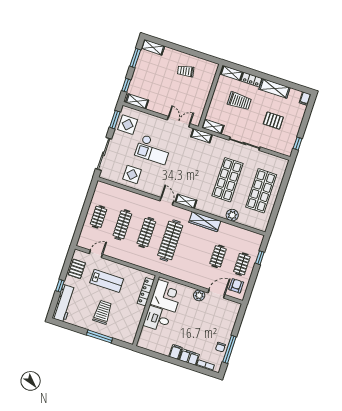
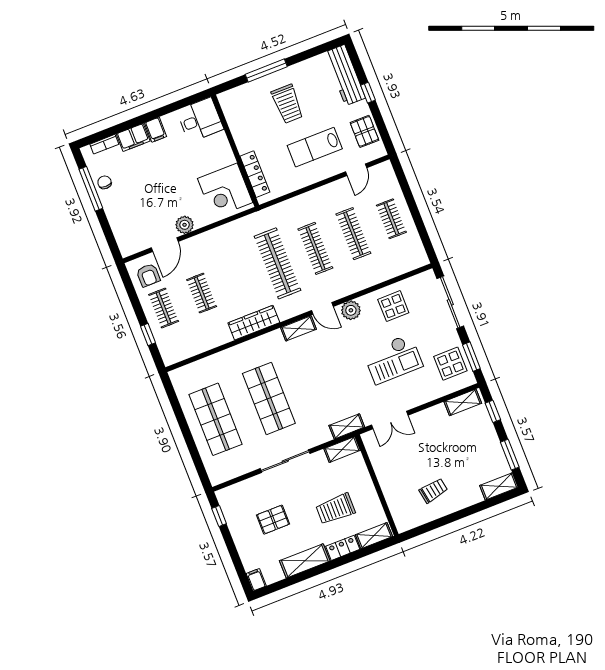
checkout: (153, 149) -> (393, 359), turned 180
plant: (232, 215) -> (351, 310), moved
desk: (157, 319) -> (200, 120), moved

